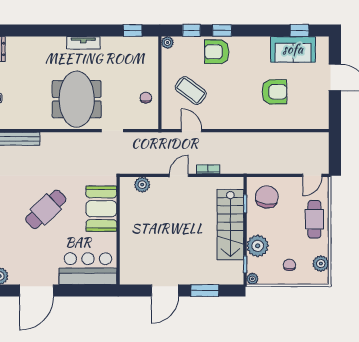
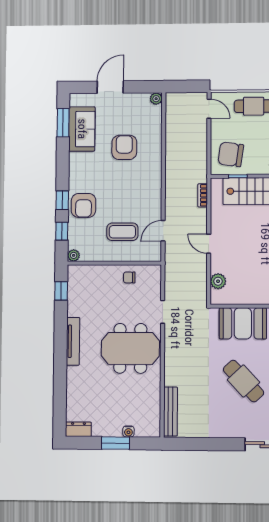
window: (299, 30) -> (63, 123), width x1.50
tv unit: (83, 43) -> (73, 341), width x1.41
coffee table: (191, 91) -> (122, 232), turned 53
plant: (323, 123) -> (156, 99), added
bookcase: (208, 169) -> (203, 195), moved

